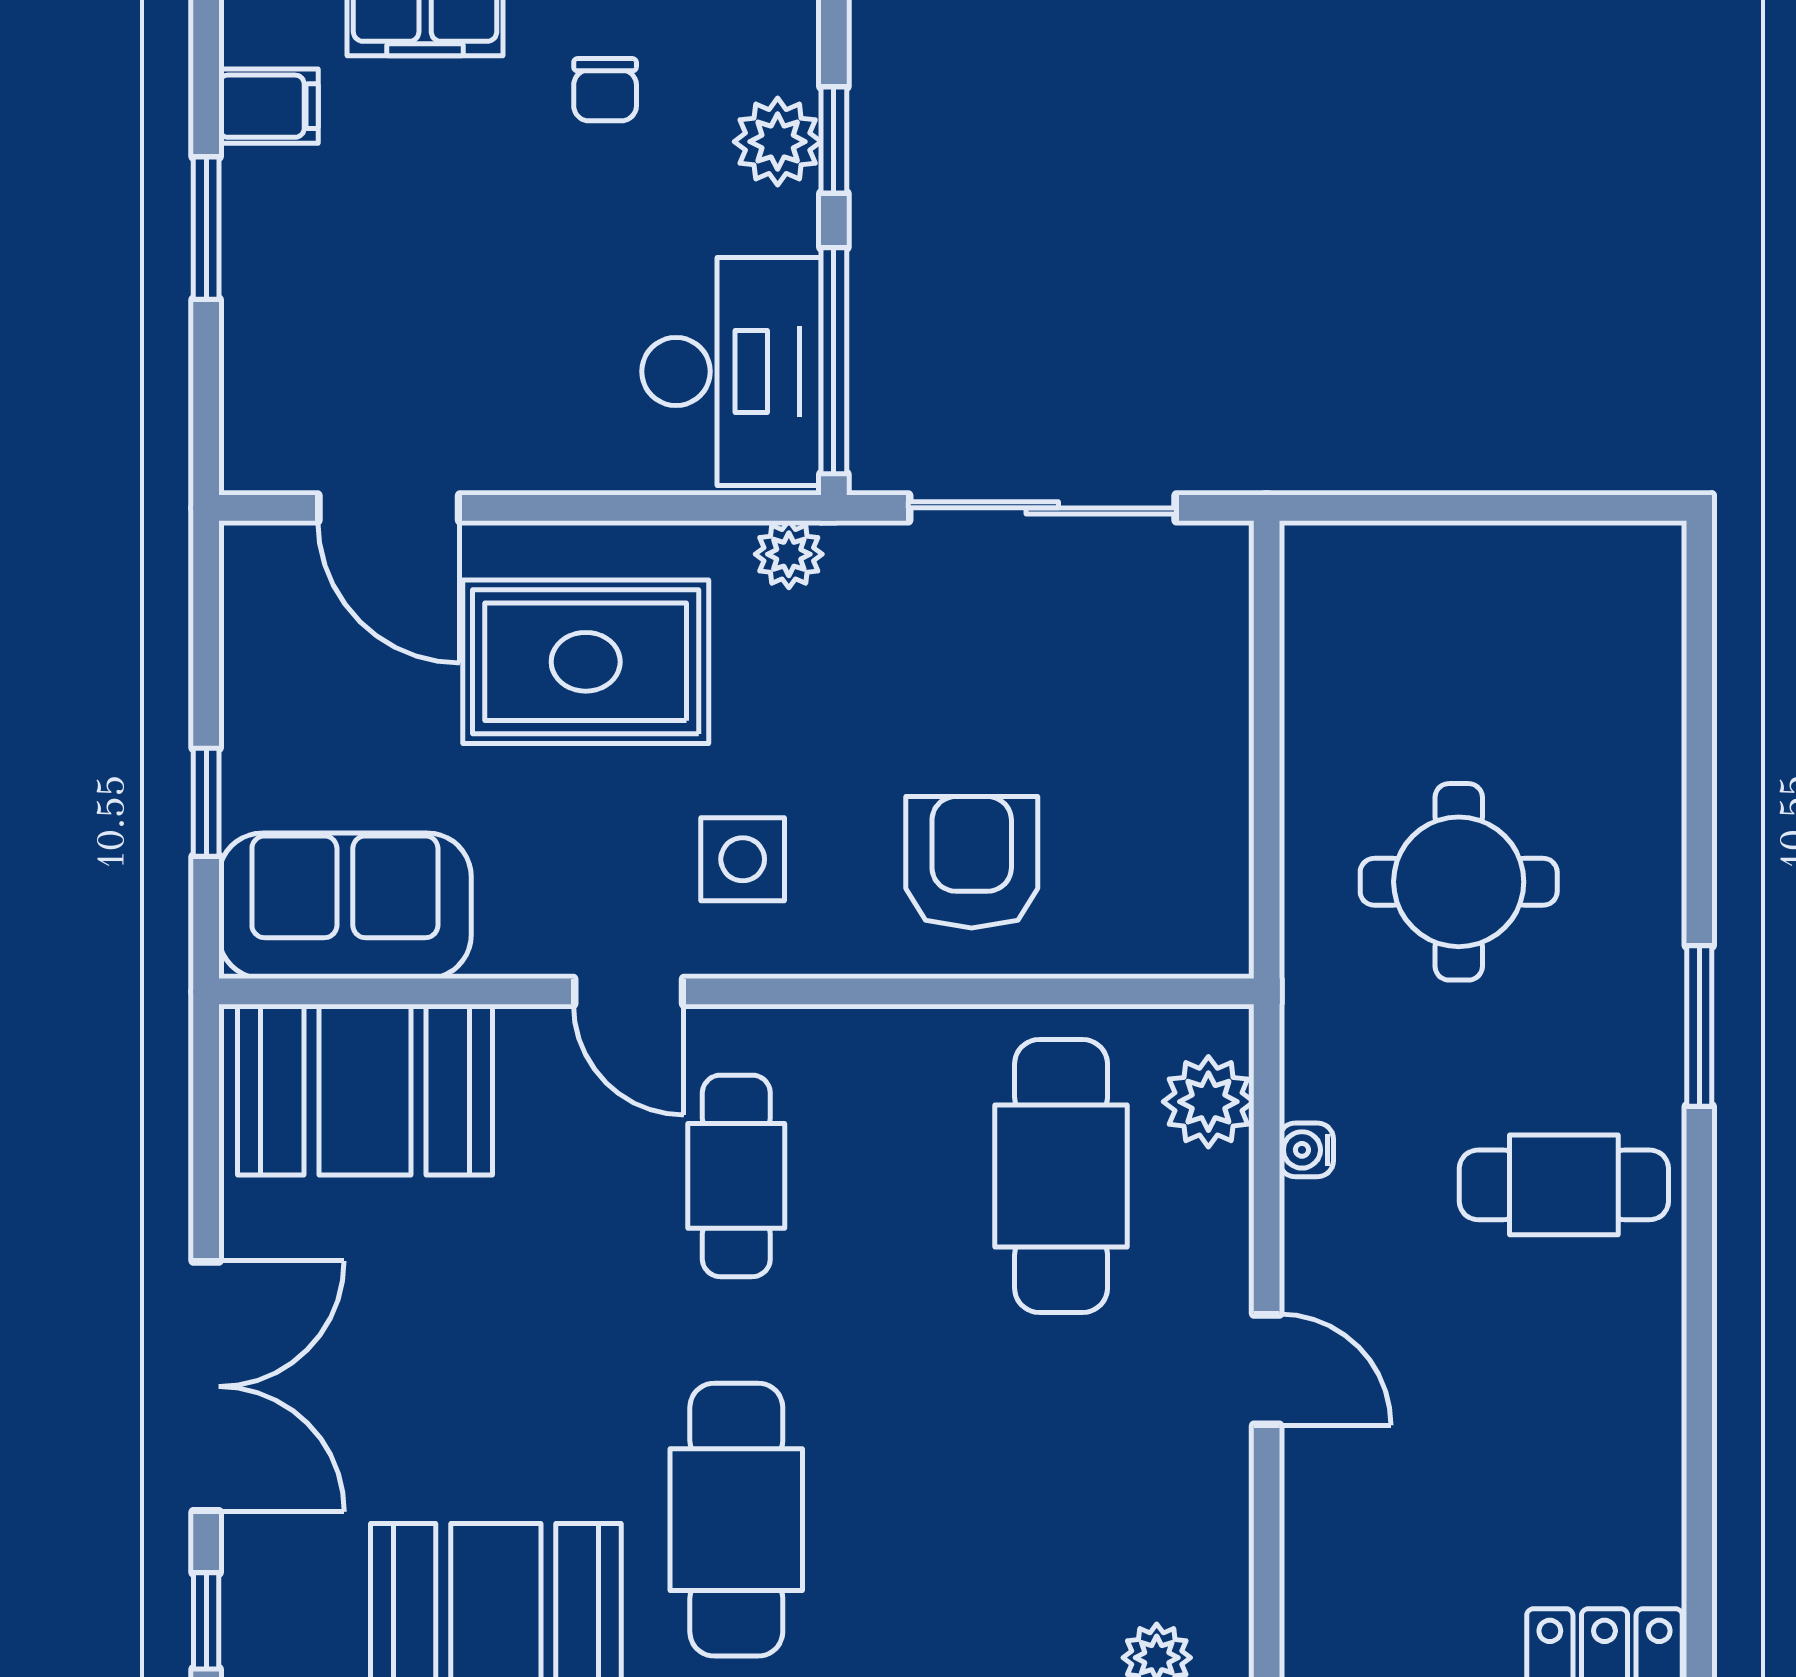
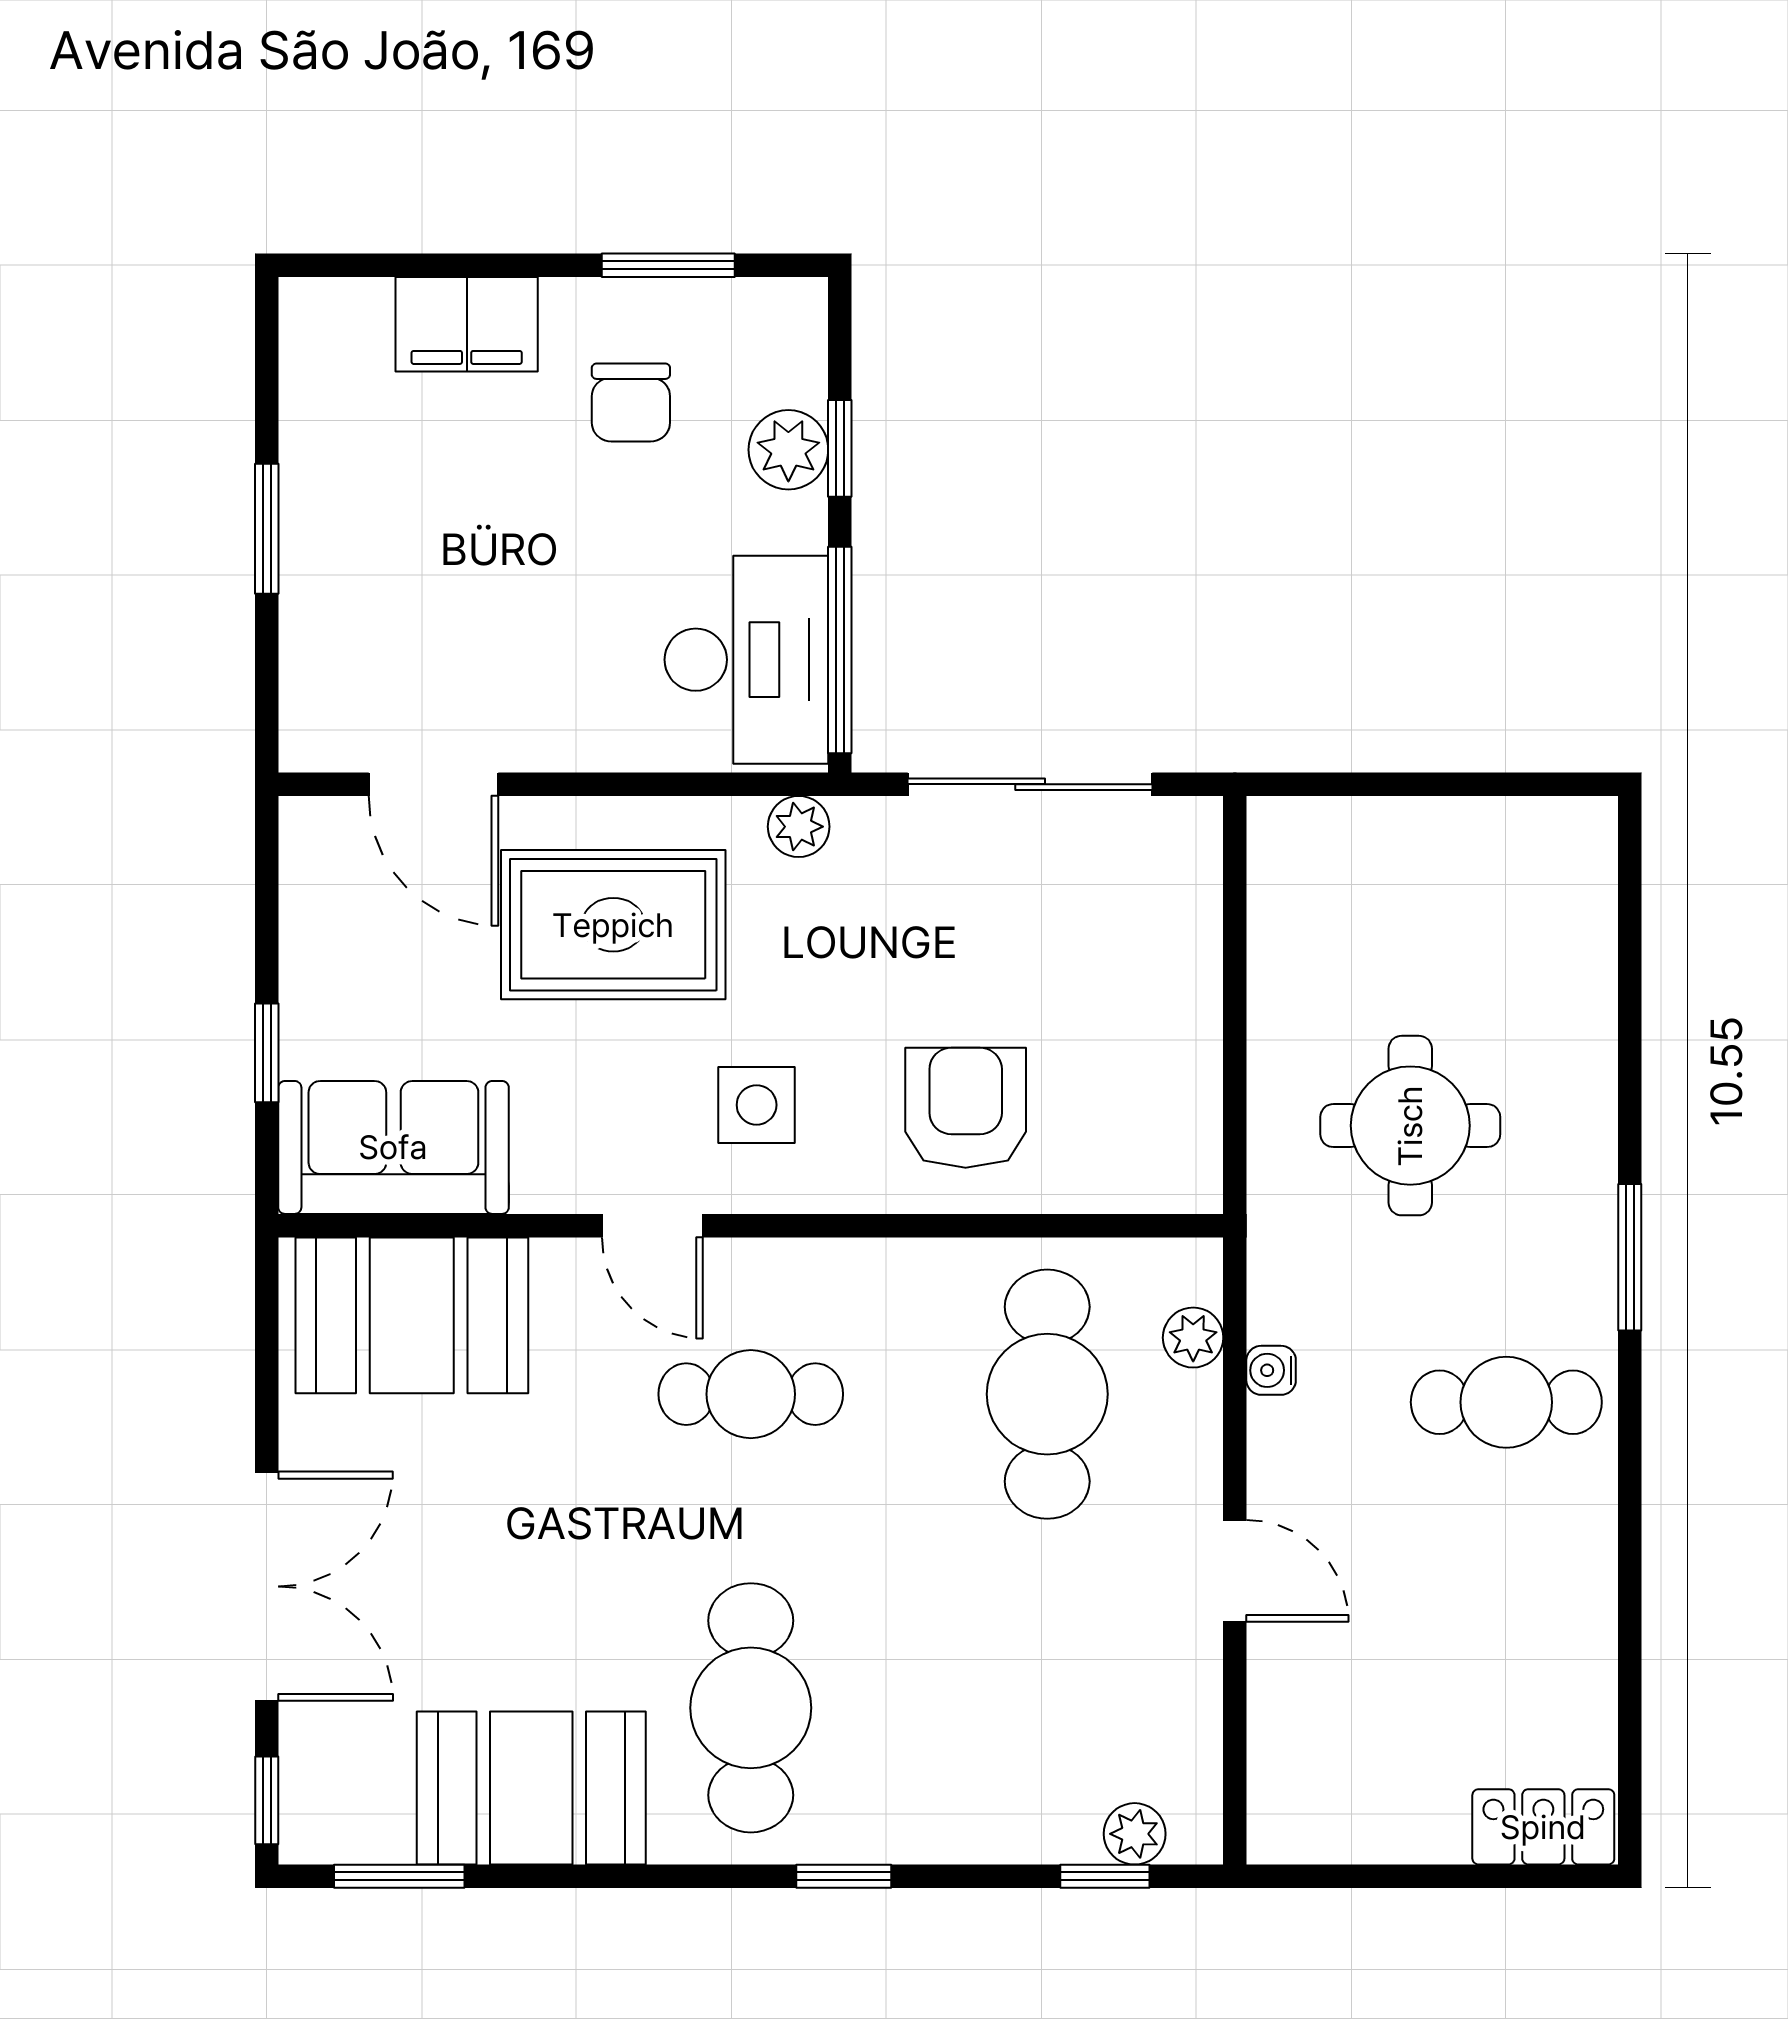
chair: (605, 90) -> (631, 402), width x1.37, depth x1.37
filing cabinet: (268, 106) -> (324, 418), removed
plant: (1208, 1102) -> (1193, 1338), width x0.73, depth x0.73
cafe table: (736, 1176) -> (751, 1394), turned 90

